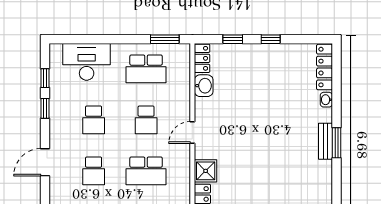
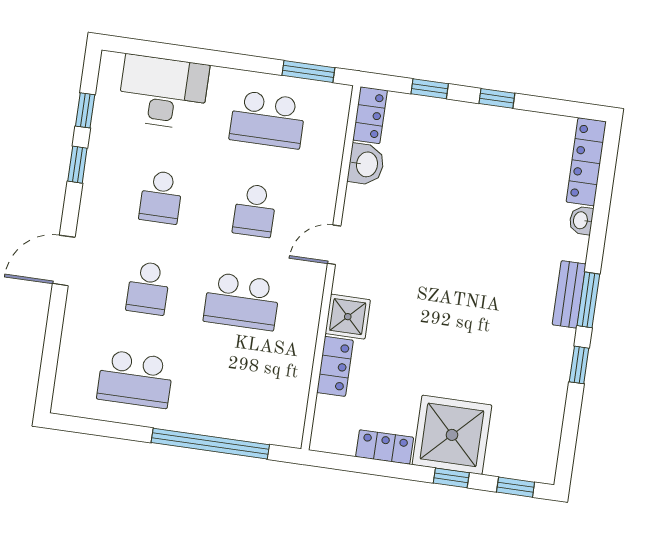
window: (337, 179) -> (579, 365), added

